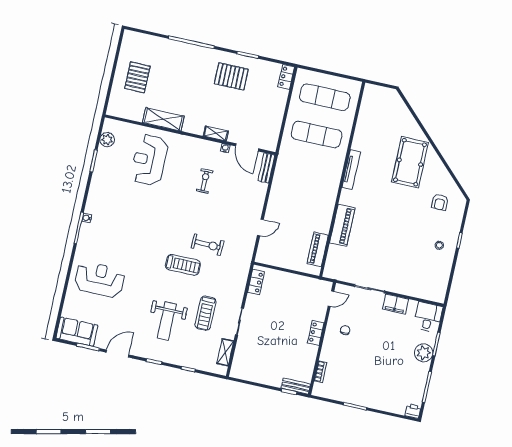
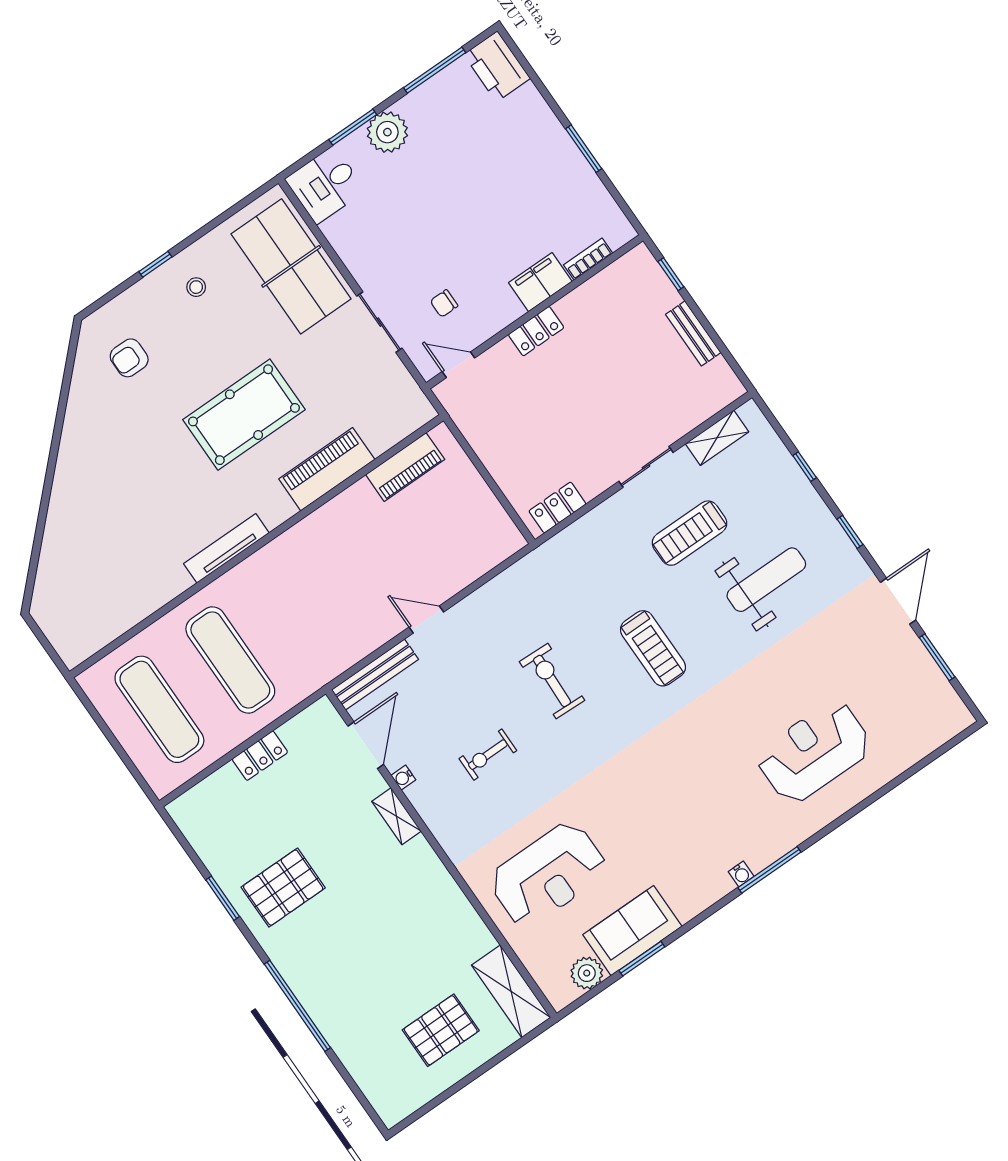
pallet: (231, 76) -> (283, 888), turned 90
locker: (286, 77) -> (260, 756), moved
shelving: (163, 119) -> (511, 991), moved
pool table: (410, 162) -> (244, 415), moved
bench: (266, 168) -> (375, 674), width x1.36
armchair: (440, 202) -> (129, 358), turned 180
door: (260, 227) -> (426, 620), moved
exercise bike: (207, 245) -> (552, 681), moved
treadmill: (183, 265) -> (653, 648), turned 180
reception desk: (100, 279) -> (814, 752), turned 90
table tennis table: (415, 280) -> (291, 266), added
filing cabinet: (396, 304) -> (540, 282), moved, turned -90
treadmill: (206, 313) -> (690, 533), turned 180
chair: (345, 330) -> (444, 303), moved
sofa: (77, 332) -> (632, 931), moved, turned 90
door: (117, 354) -> (898, 601), swing flipped
bench: (296, 386) -> (693, 333), moved
printer: (413, 411) -> (497, 66), width x1.87, depth x1.48

